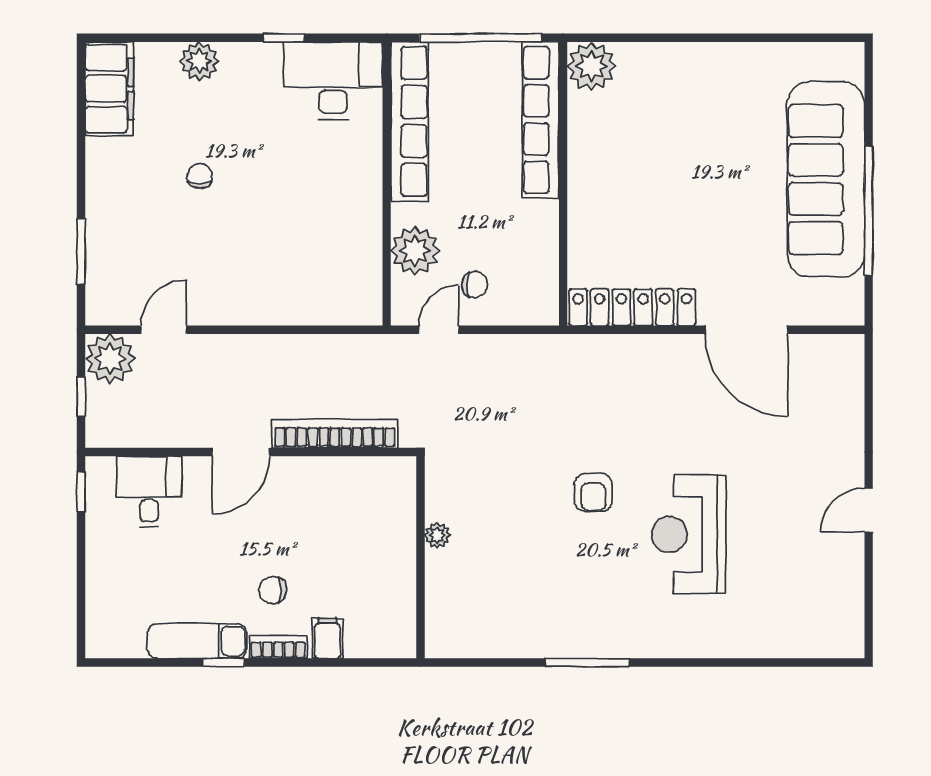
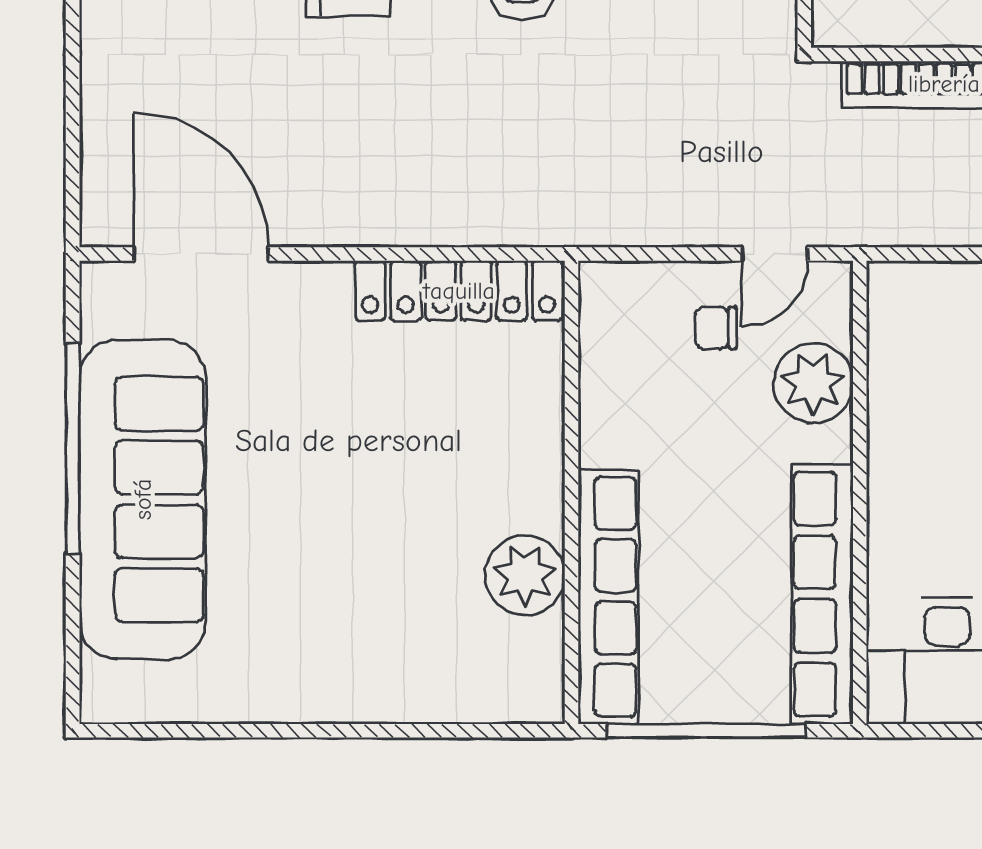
plant: (592, 66) -> (525, 575), moved
door: (746, 330) -> (201, 254), moved

